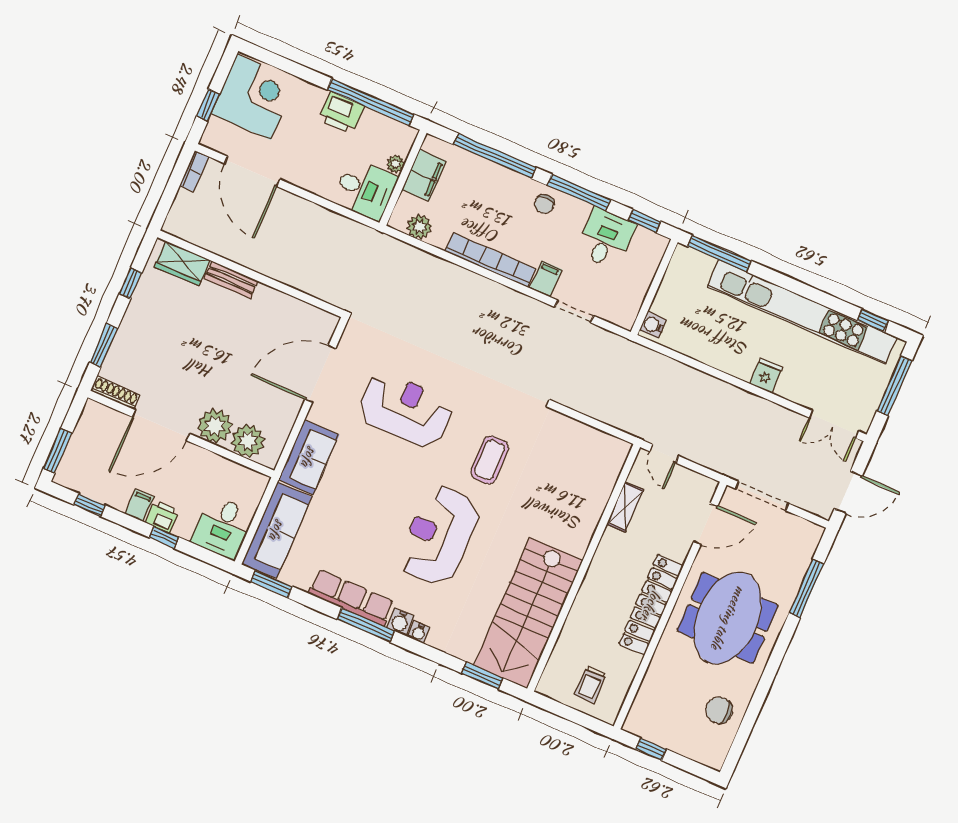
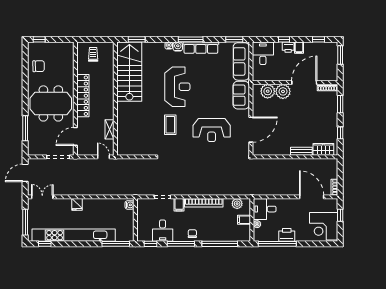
filing cabinet: (424, 175) -> (244, 220), width x0.50
meeting table: (728, 618) -> (51, 103), turned 90
window: (651, 749) -> (39, 39), moved

